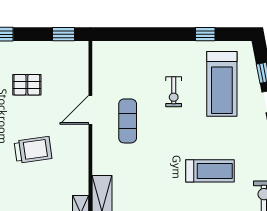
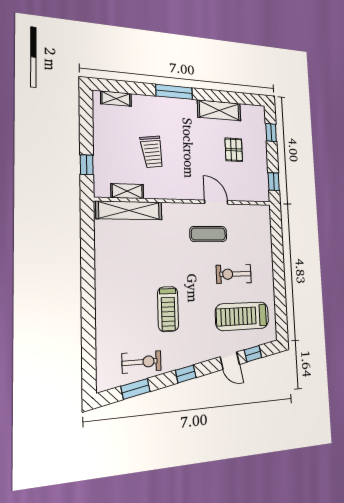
window: (205, 34) -> (280, 300), removed
exercise bike: (174, 92) -> (234, 274), width x1.38, depth x1.39
trolley: (33, 150) -> (152, 152), moved

